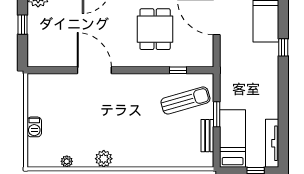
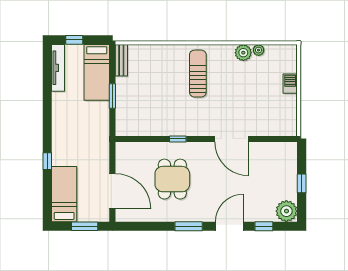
window: (178, 70) -> (178, 139), moved
sun lounger: (185, 100) -> (198, 74), moved, turned 106
bench: (207, 136) -> (121, 60), moved
plant: (104, 159) -> (243, 53), moved

